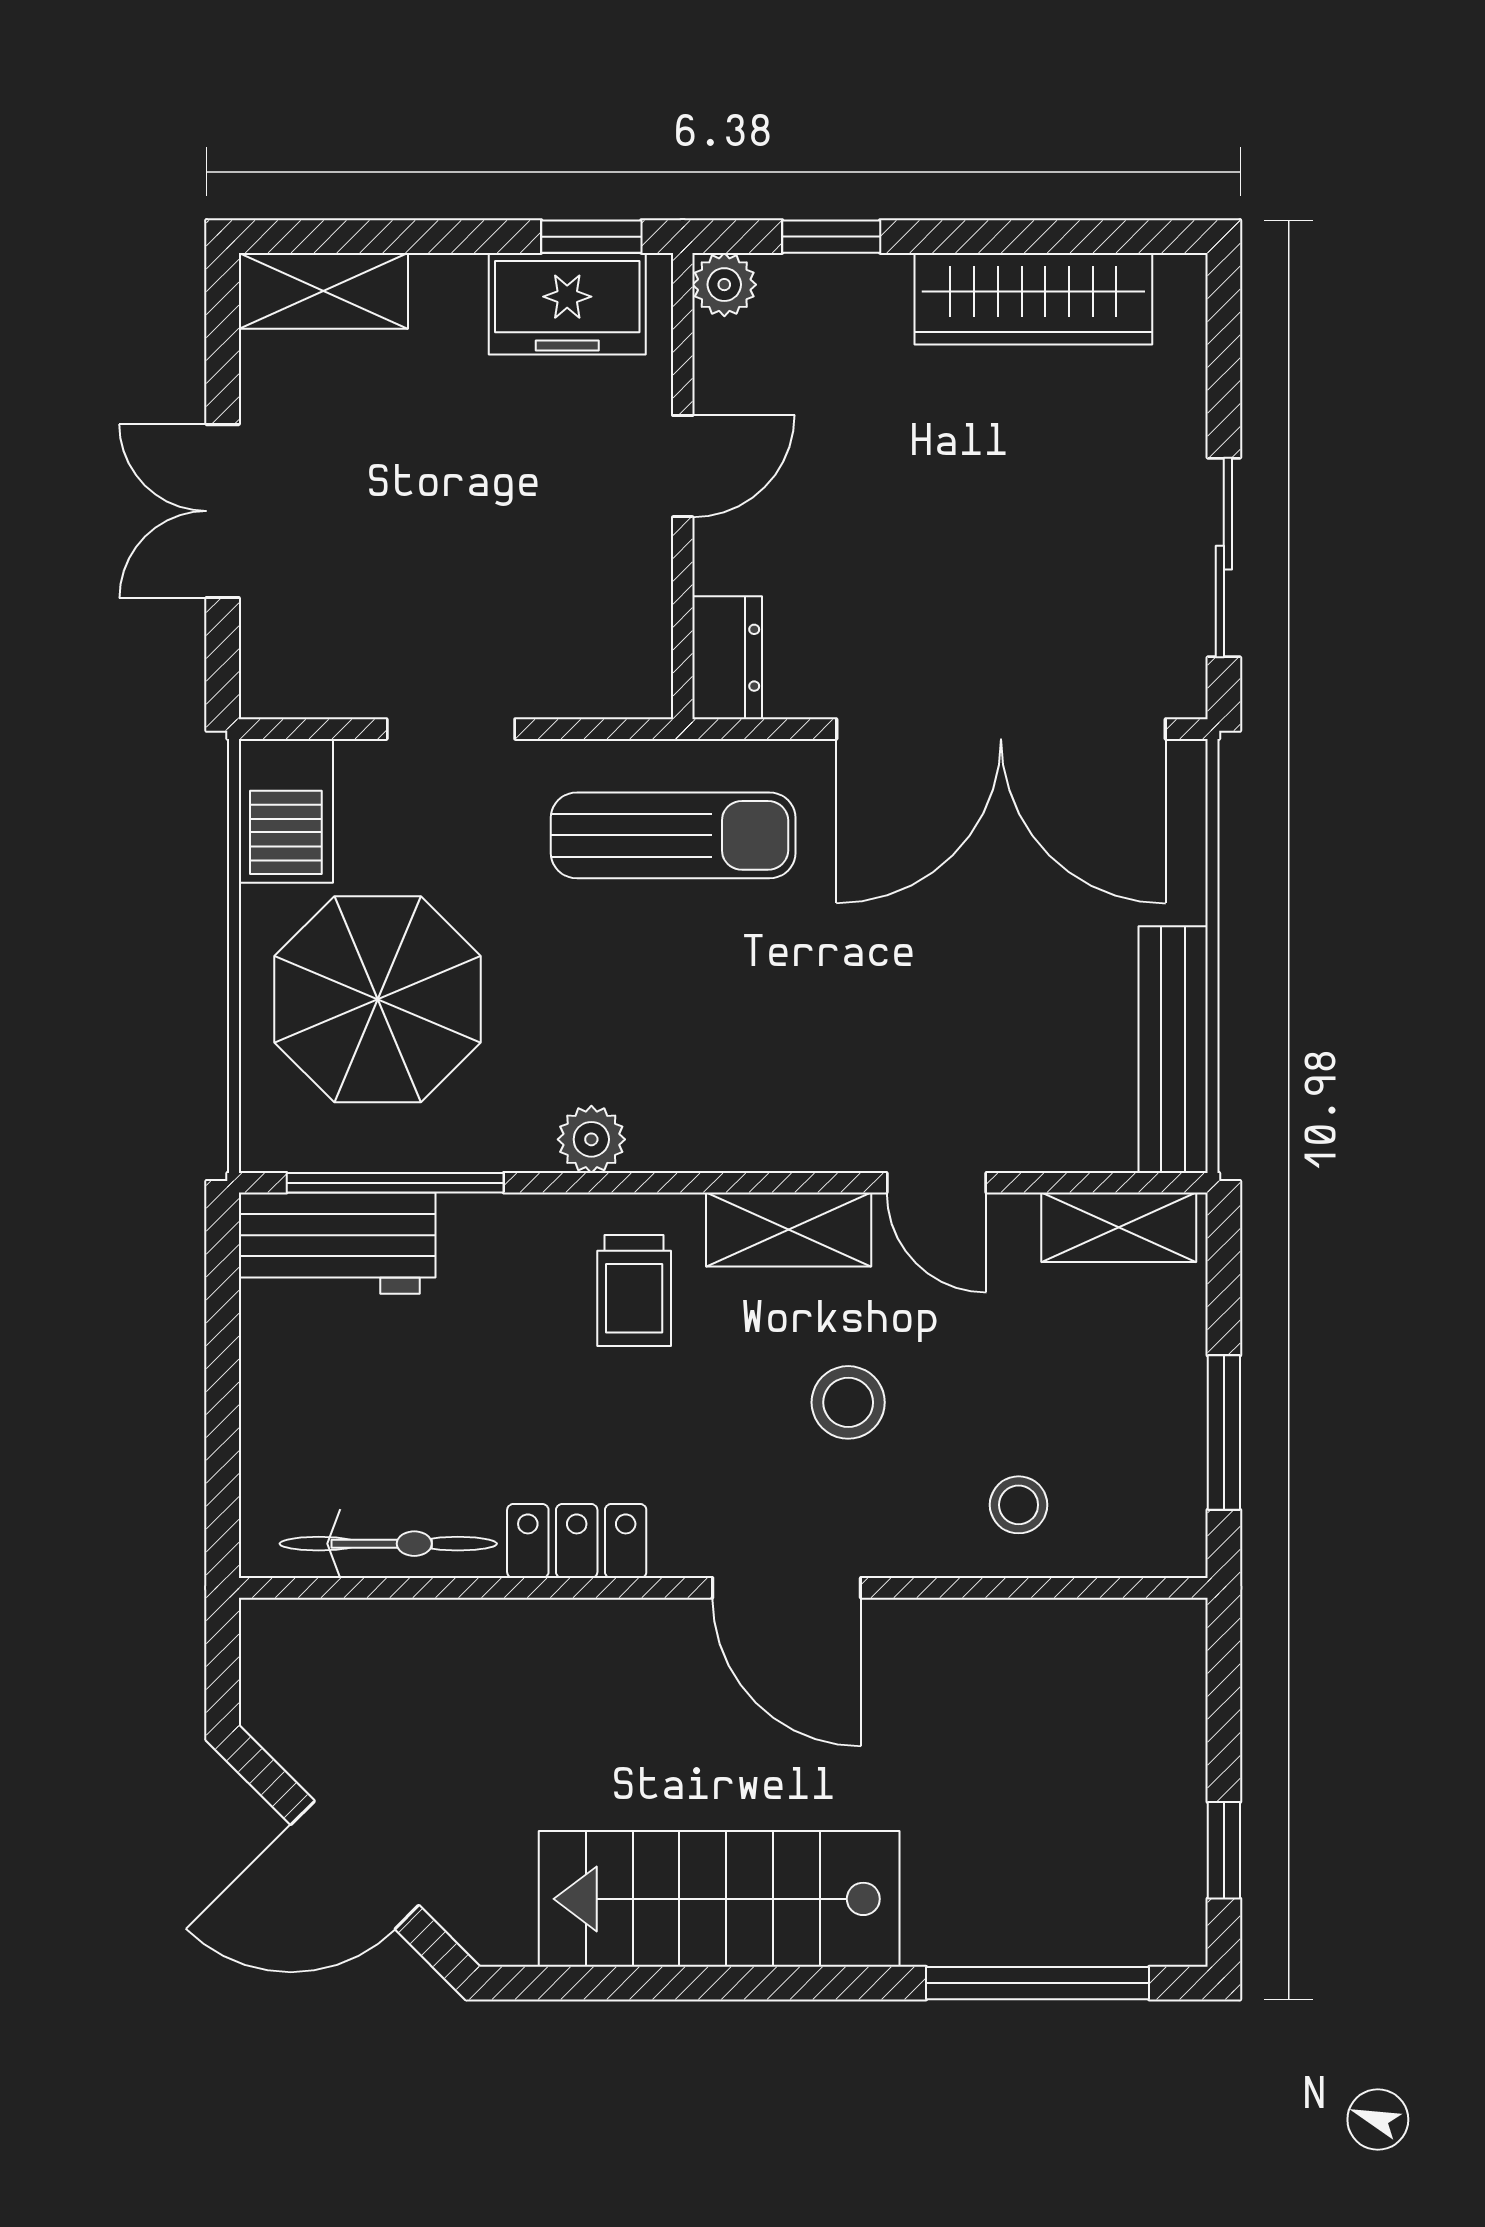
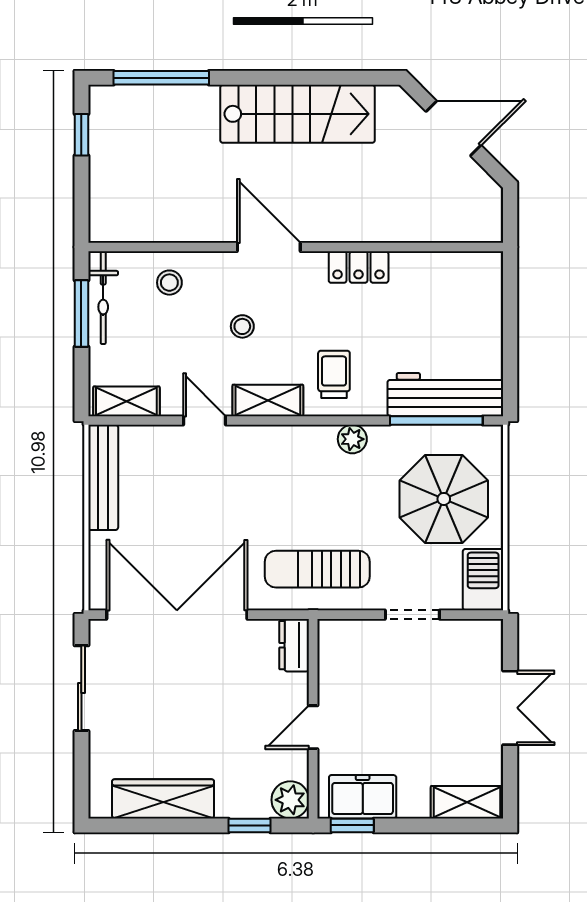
plant: (724, 285) -> (290, 800), width x1.38, depth x1.38
workbench: (337, 1243) -> (445, 395), width x1.38
stool: (848, 1402) -> (242, 326), width x0.73, depth x0.73
bicycle: (388, 1544) -> (103, 298), moved, turned -90

